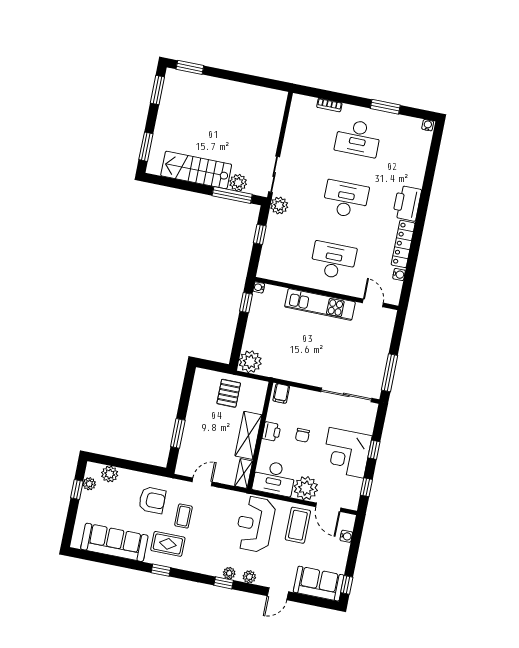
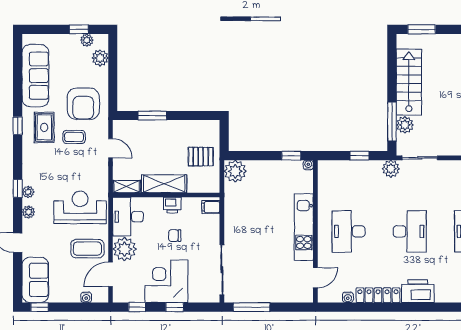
desk: (333, 261) -> (349, 231), turned 180
armchair: (152, 500) -> (83, 104), width x1.36, depth x1.36

